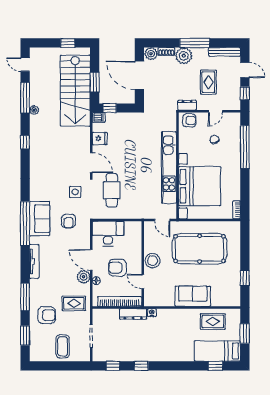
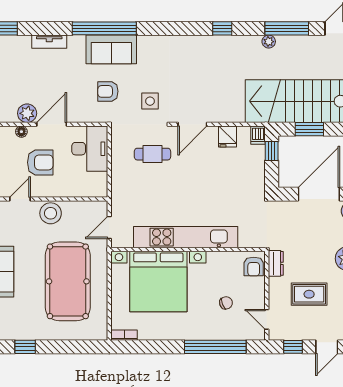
door: (215, 111) -> (267, 319), moved
cafe table: (112, 190) -> (152, 154), width x0.73, depth x0.74
tv unit: (34, 261) -> (49, 42), width x0.71
armchair: (117, 268) -> (40, 162), turned 90

